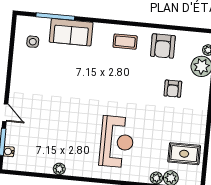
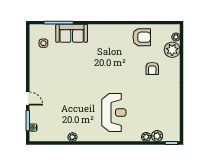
coffee table: (125, 42) -> (113, 37), removed
armchair: (163, 46) -> (142, 37), turned -90
rug: (184, 154) -> (165, 117), removed

